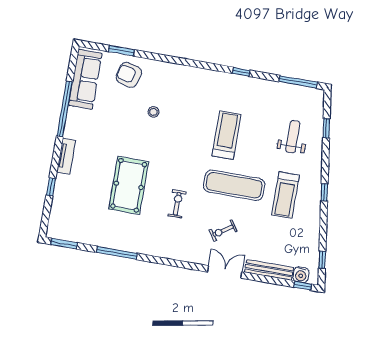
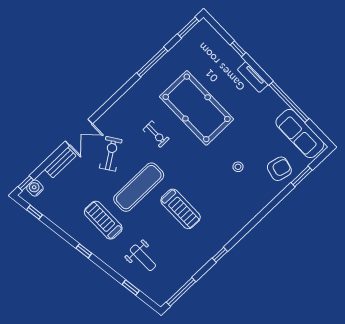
pool table: (129, 185) -> (197, 108), width x1.36, depth x1.32
exercise bike: (223, 231) -> (111, 154), width x1.38, depth x1.39
bench: (269, 270) -> (60, 163), width x0.73

